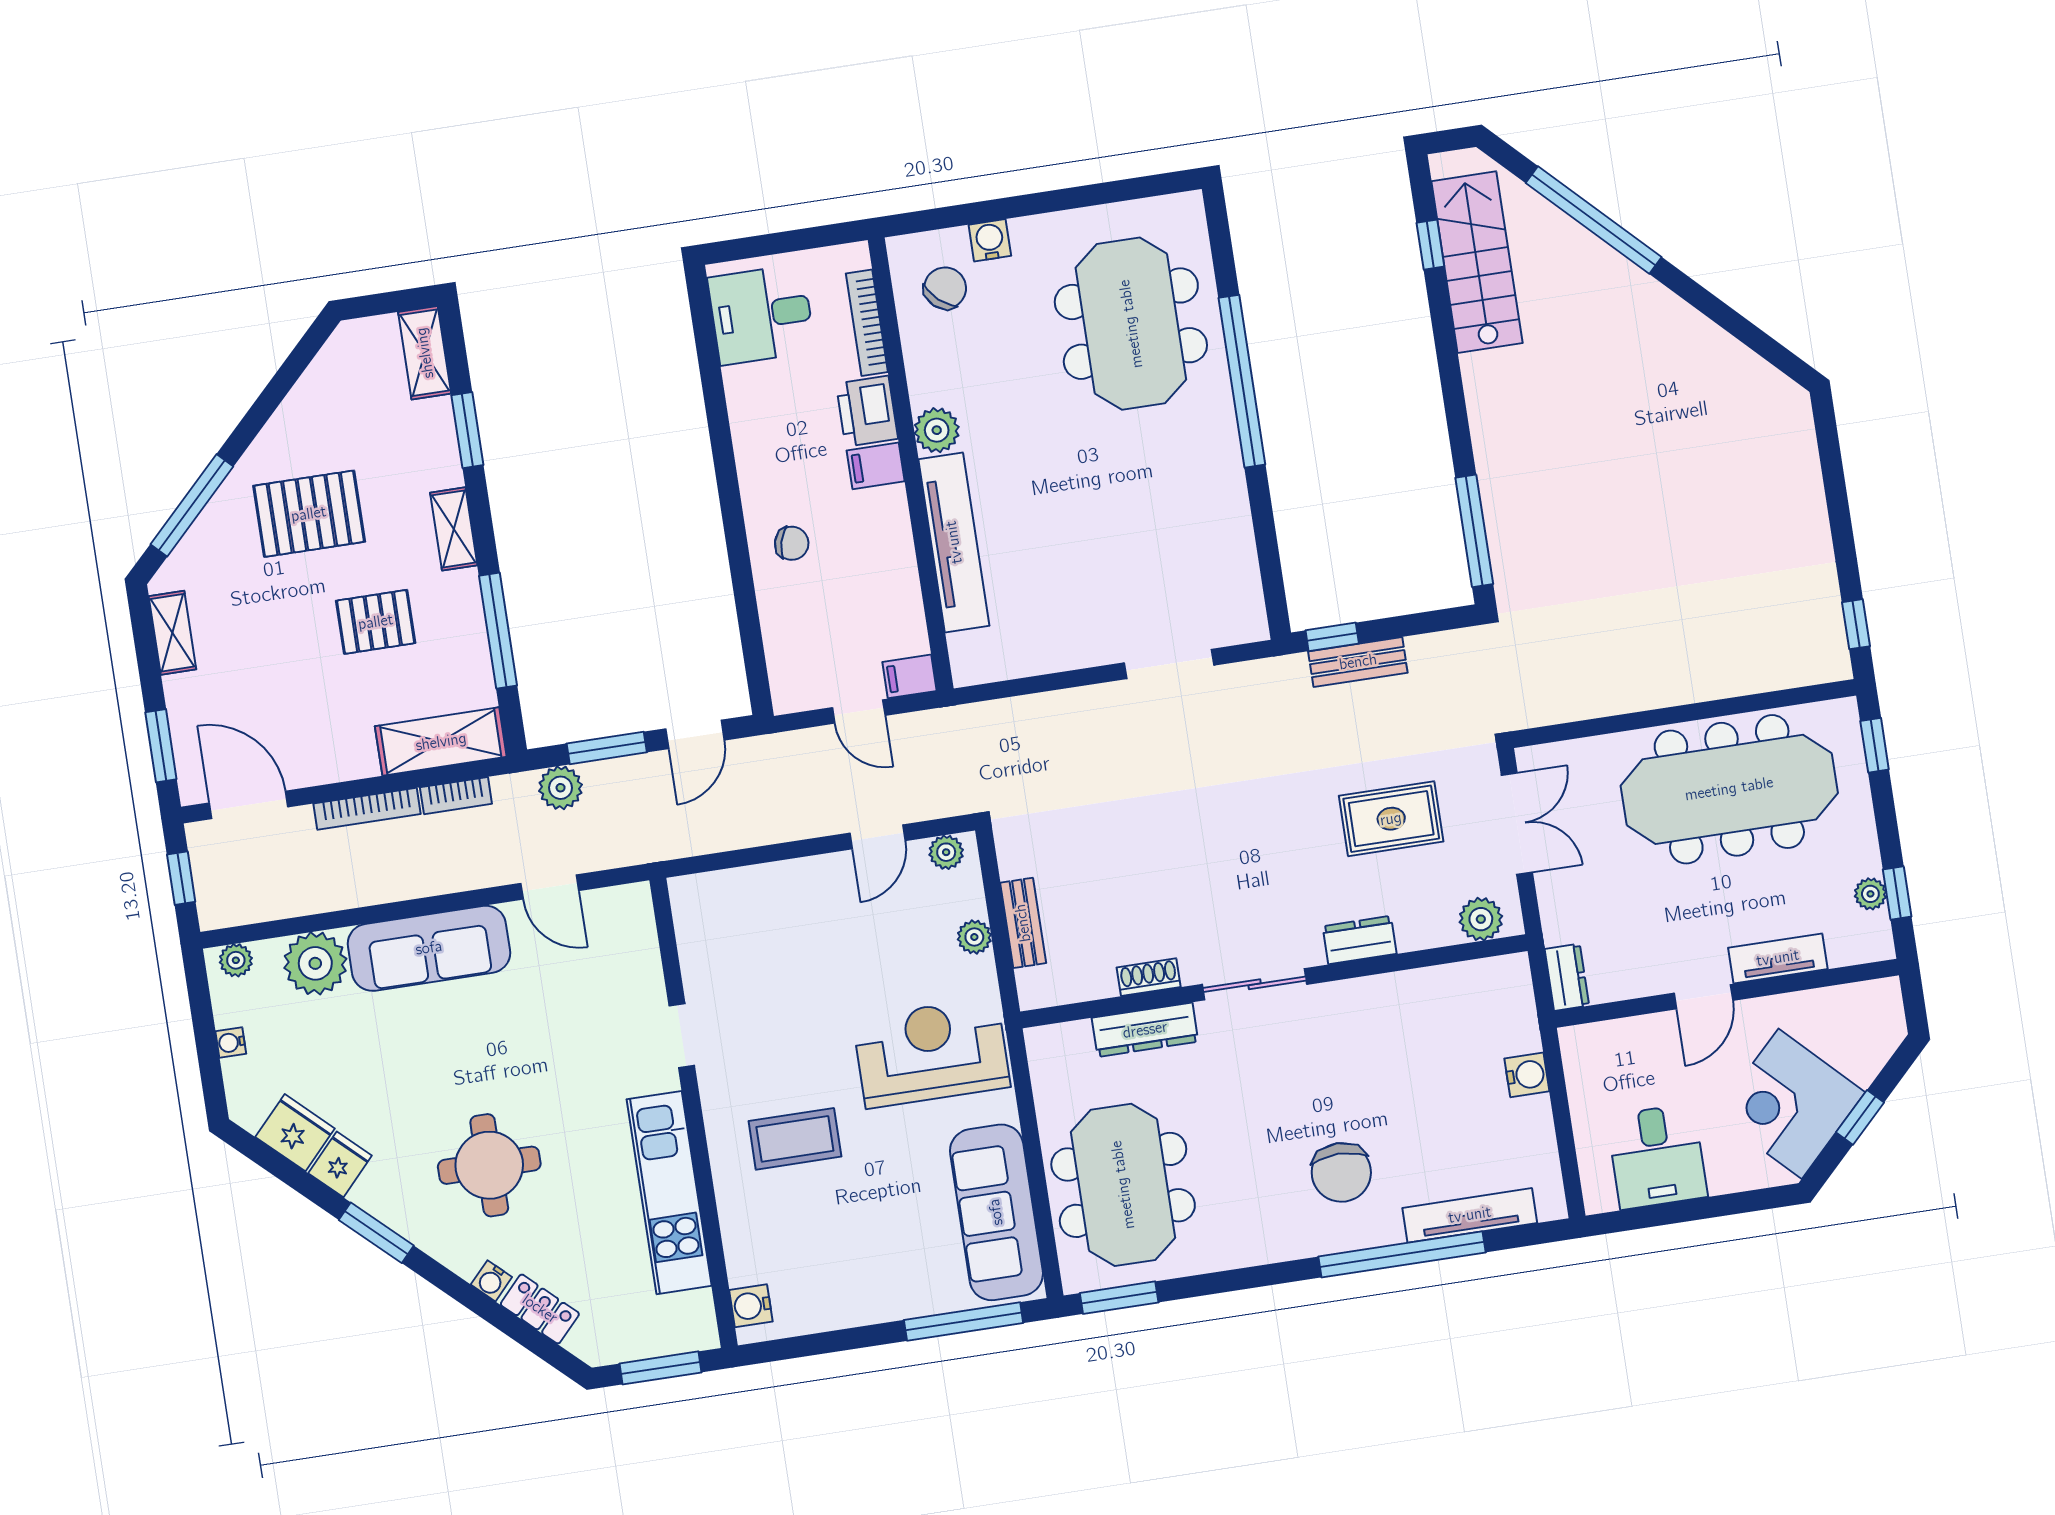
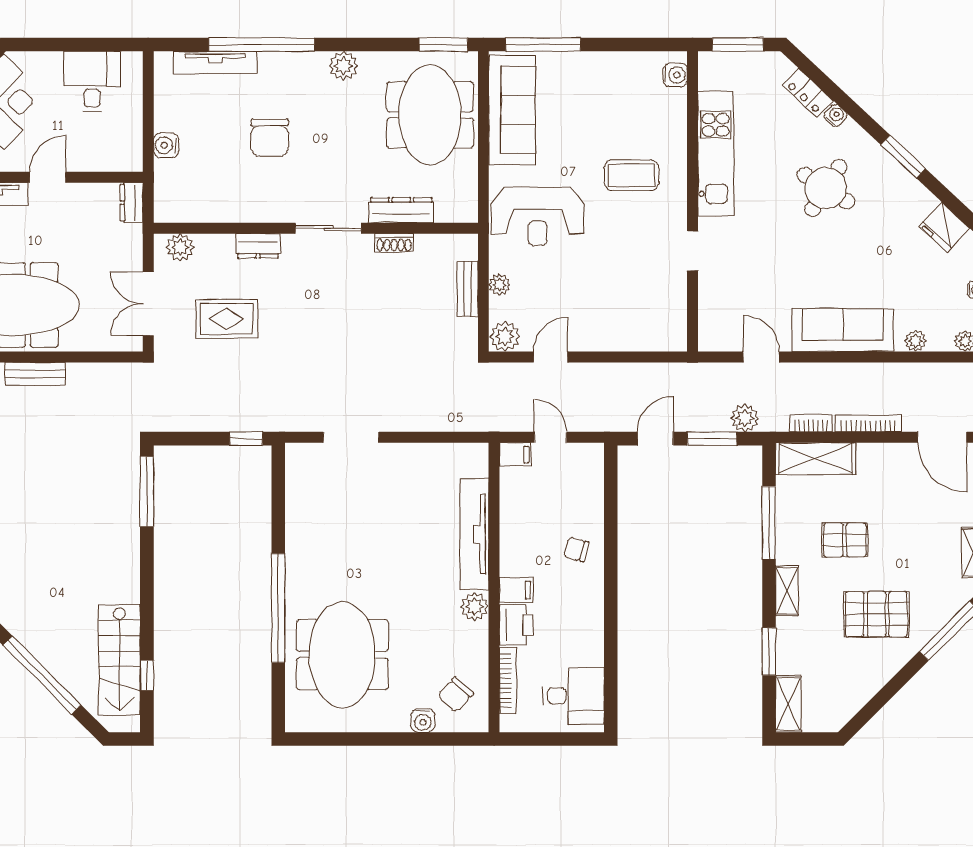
bench: (1358, 662) -> (35, 374), moved
plant: (946, 852) -> (505, 337), width x1.38, depth x1.38
plant: (315, 963) -> (916, 341), width x0.53, depth x0.53
fridge: (340, 1164) -> (919, 203), removed
round table: (489, 1165) -> (826, 188), turned 32
chair: (1341, 1172) -> (270, 138), moved, turned 180
plant: (1270, 1241) -> (343, 66), added

